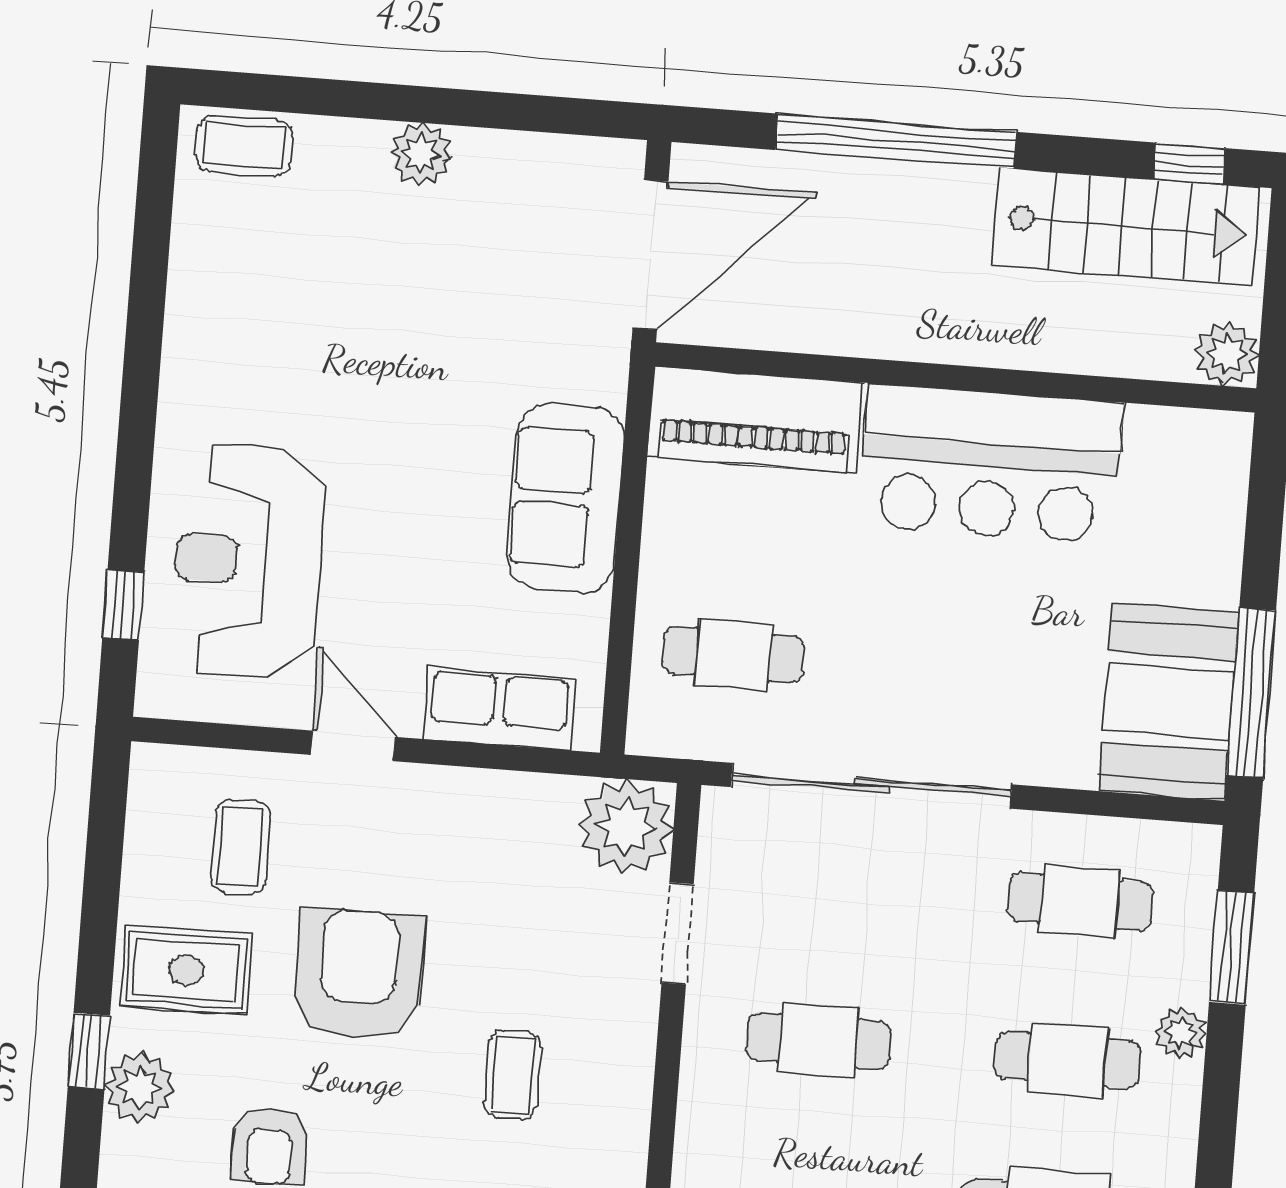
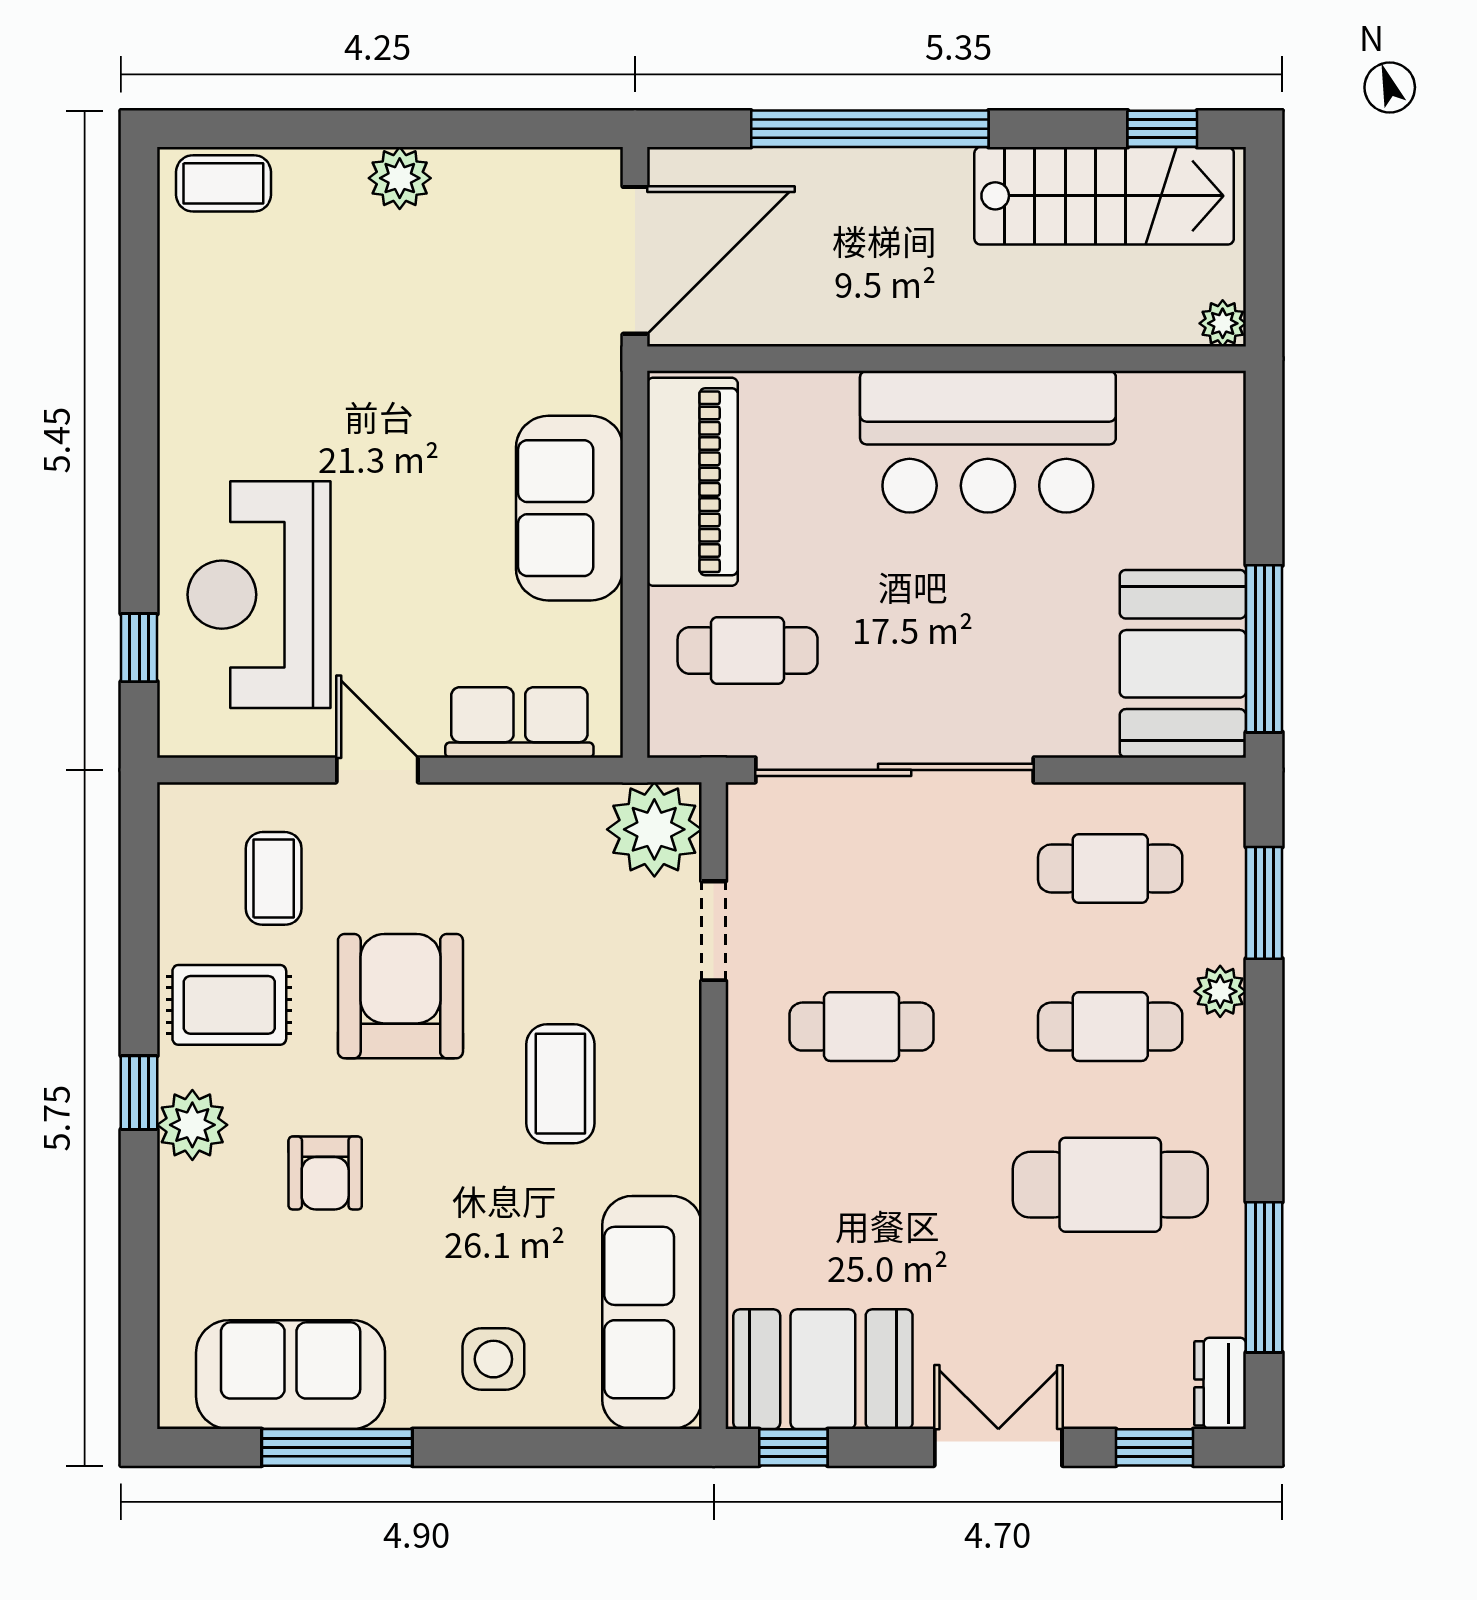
plant: (1227, 354) -> (1223, 323), width x0.73, depth x0.73
piano: (755, 420) -> (692, 482), moved, turned -90
coffee table: (512, 1075) -> (560, 1084), width x1.36, depth x1.30

